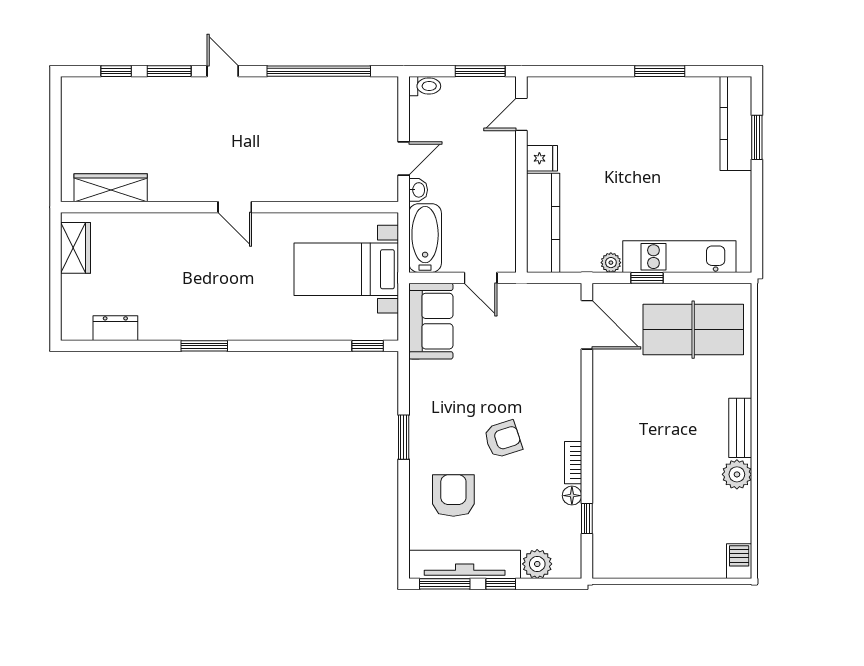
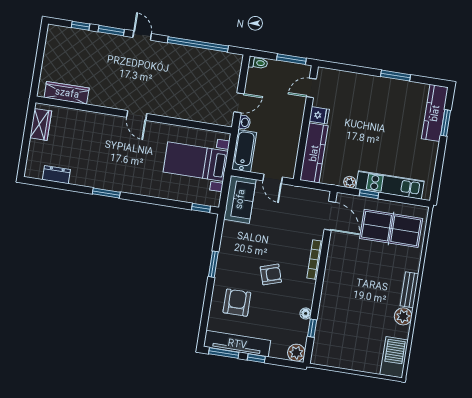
bookcase: (573, 463) -> (315, 260), moved, width x1.56
barbecue: (739, 561) -> (394, 357), width x1.88, depth x1.53
plant: (537, 564) -> (296, 353), moved

